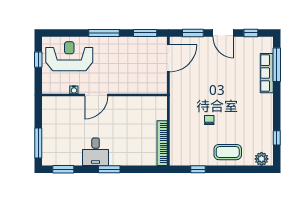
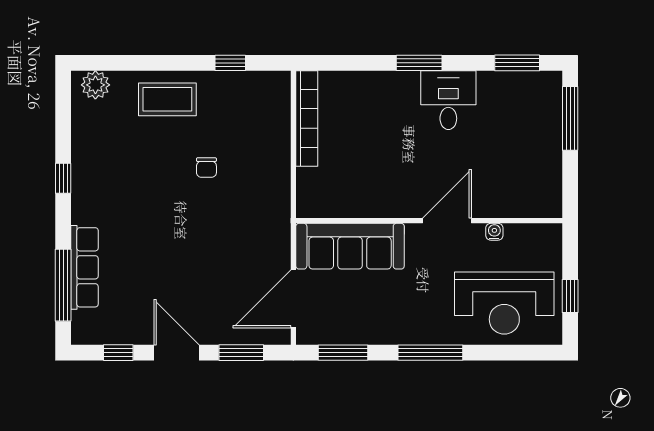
sofa: (142, 83) -> (350, 246), added
window: (277, 138) -> (63, 178), moved

